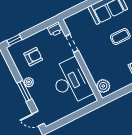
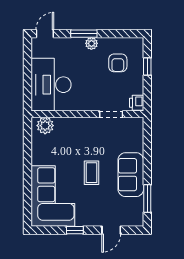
window: (14, 40) -> (147, 67), moved
desk: (71, 82) -> (51, 85), moved, turned 90

